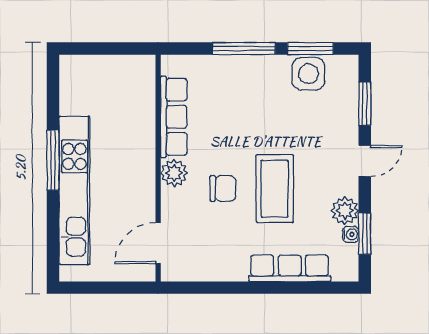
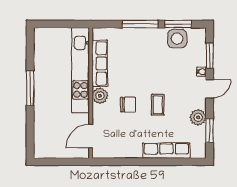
coffee table: (275, 189) -> (158, 105), width x0.54, depth x0.58
kitchen unit: (74, 191) -> (80, 70), moved, turned 180
water cooler: (351, 234) -> (201, 72), moved

